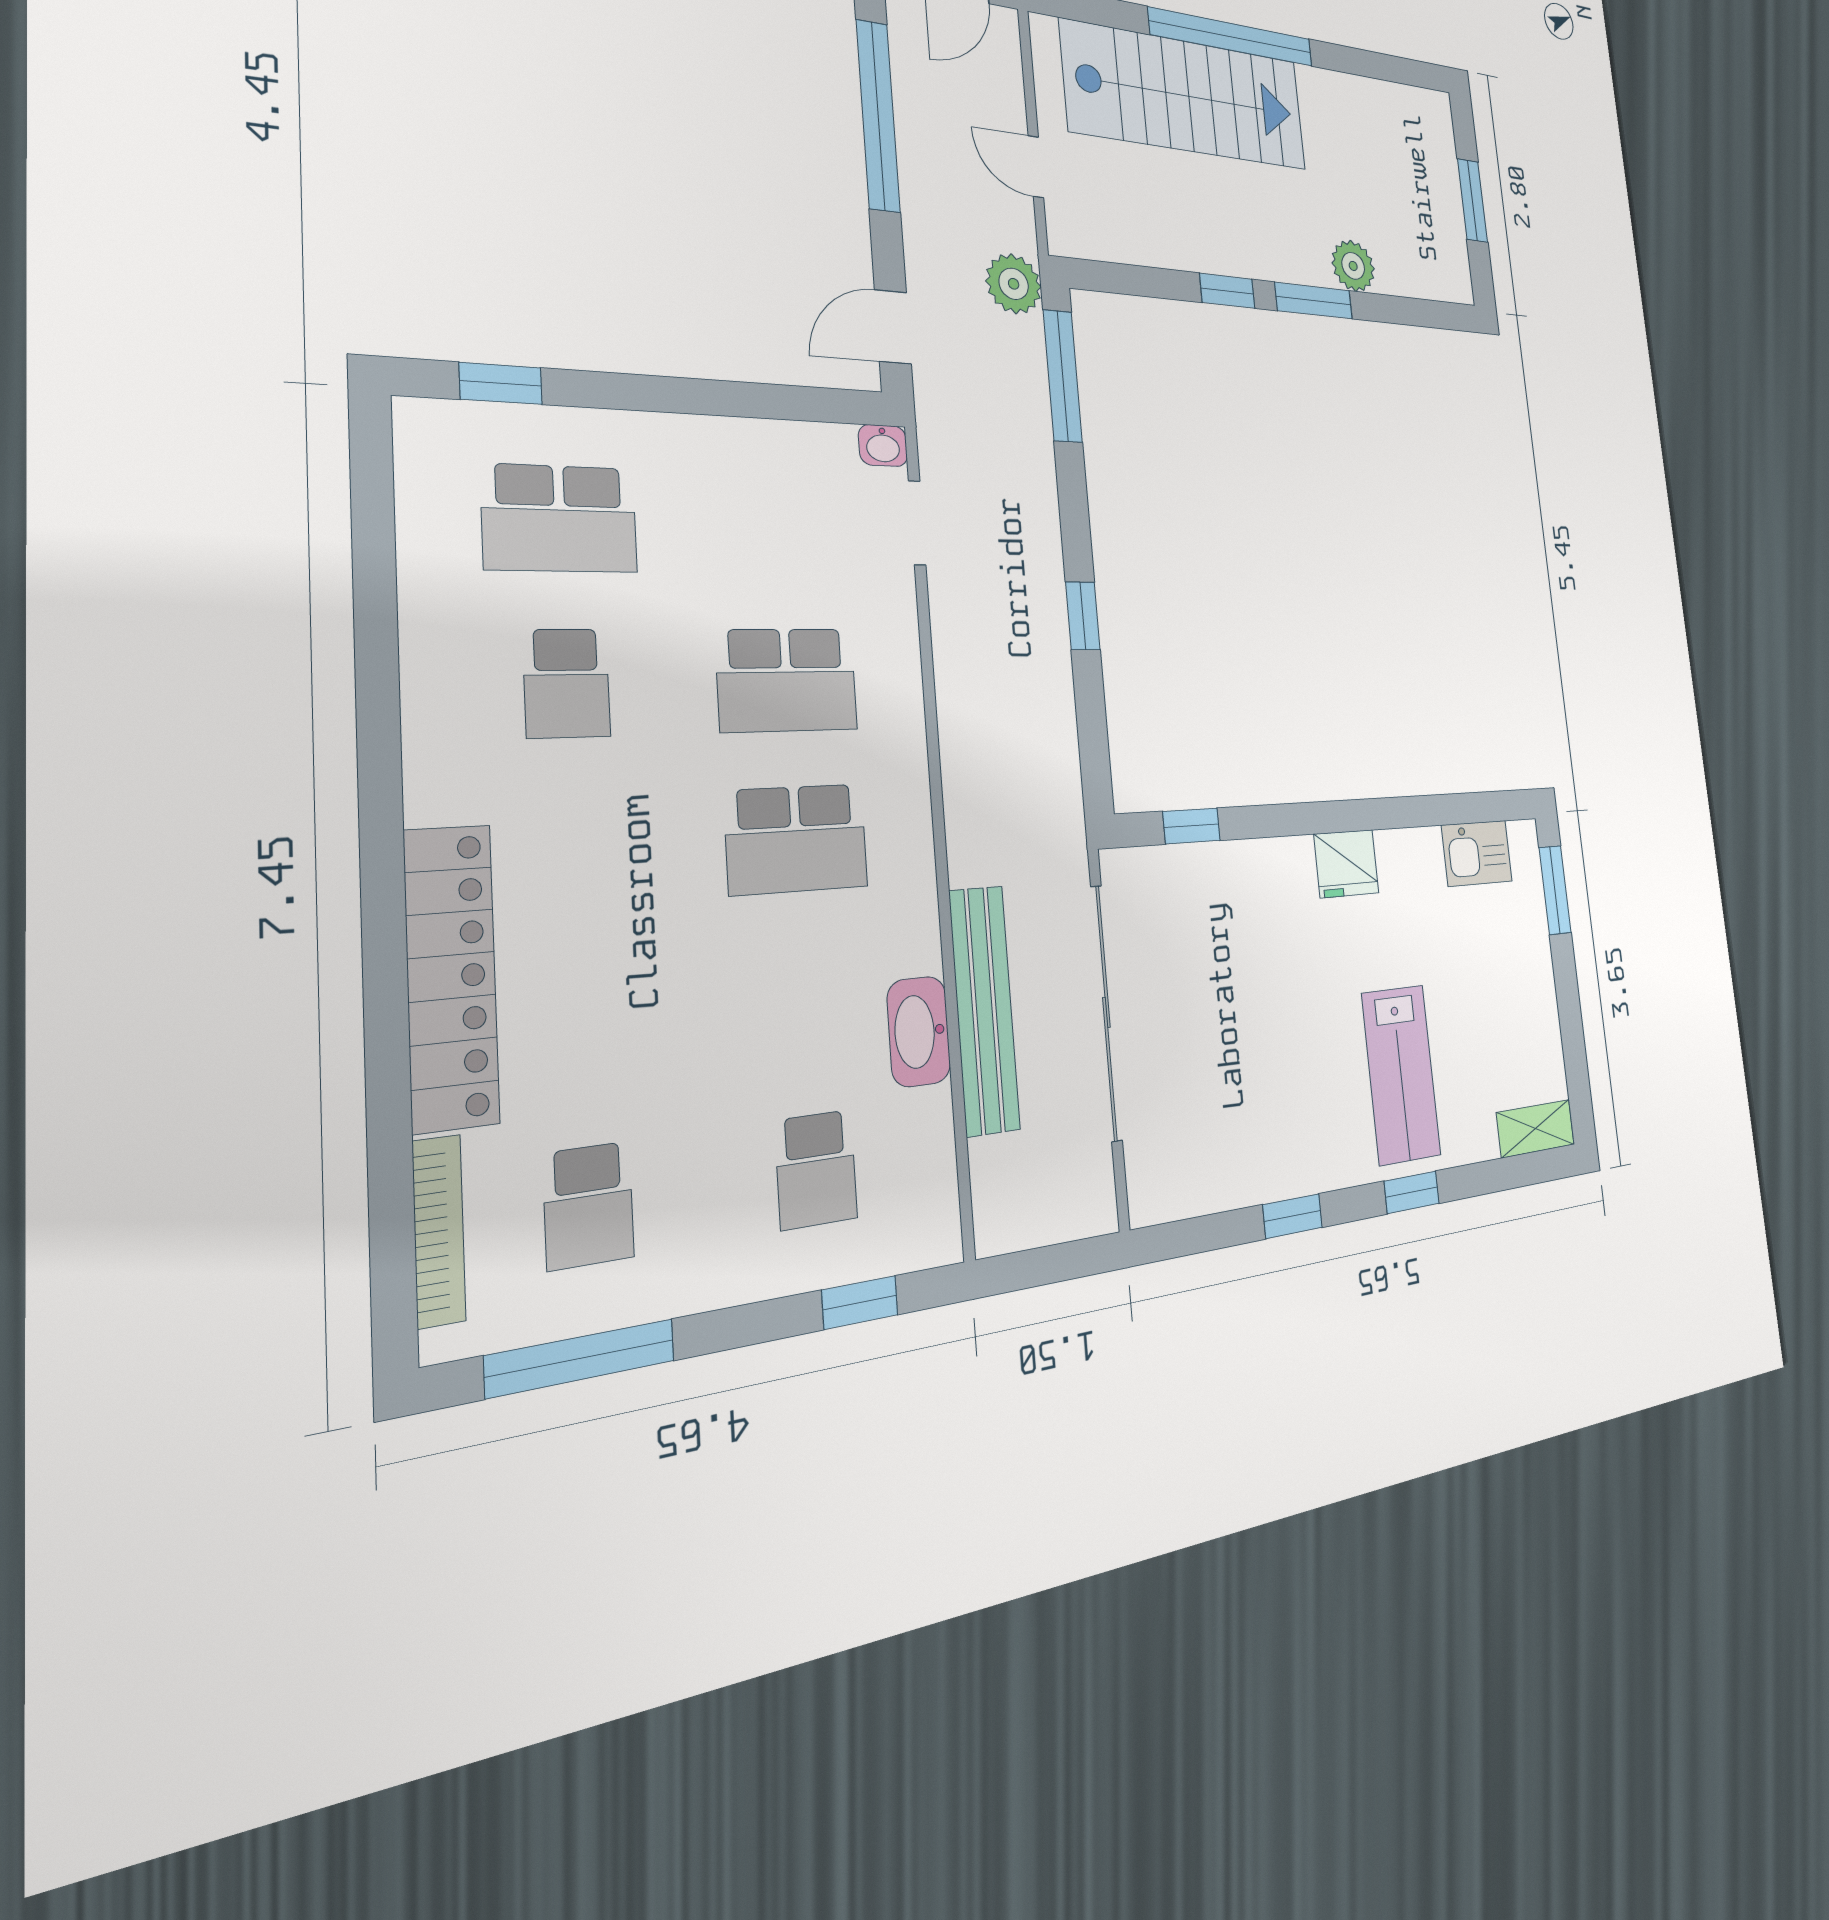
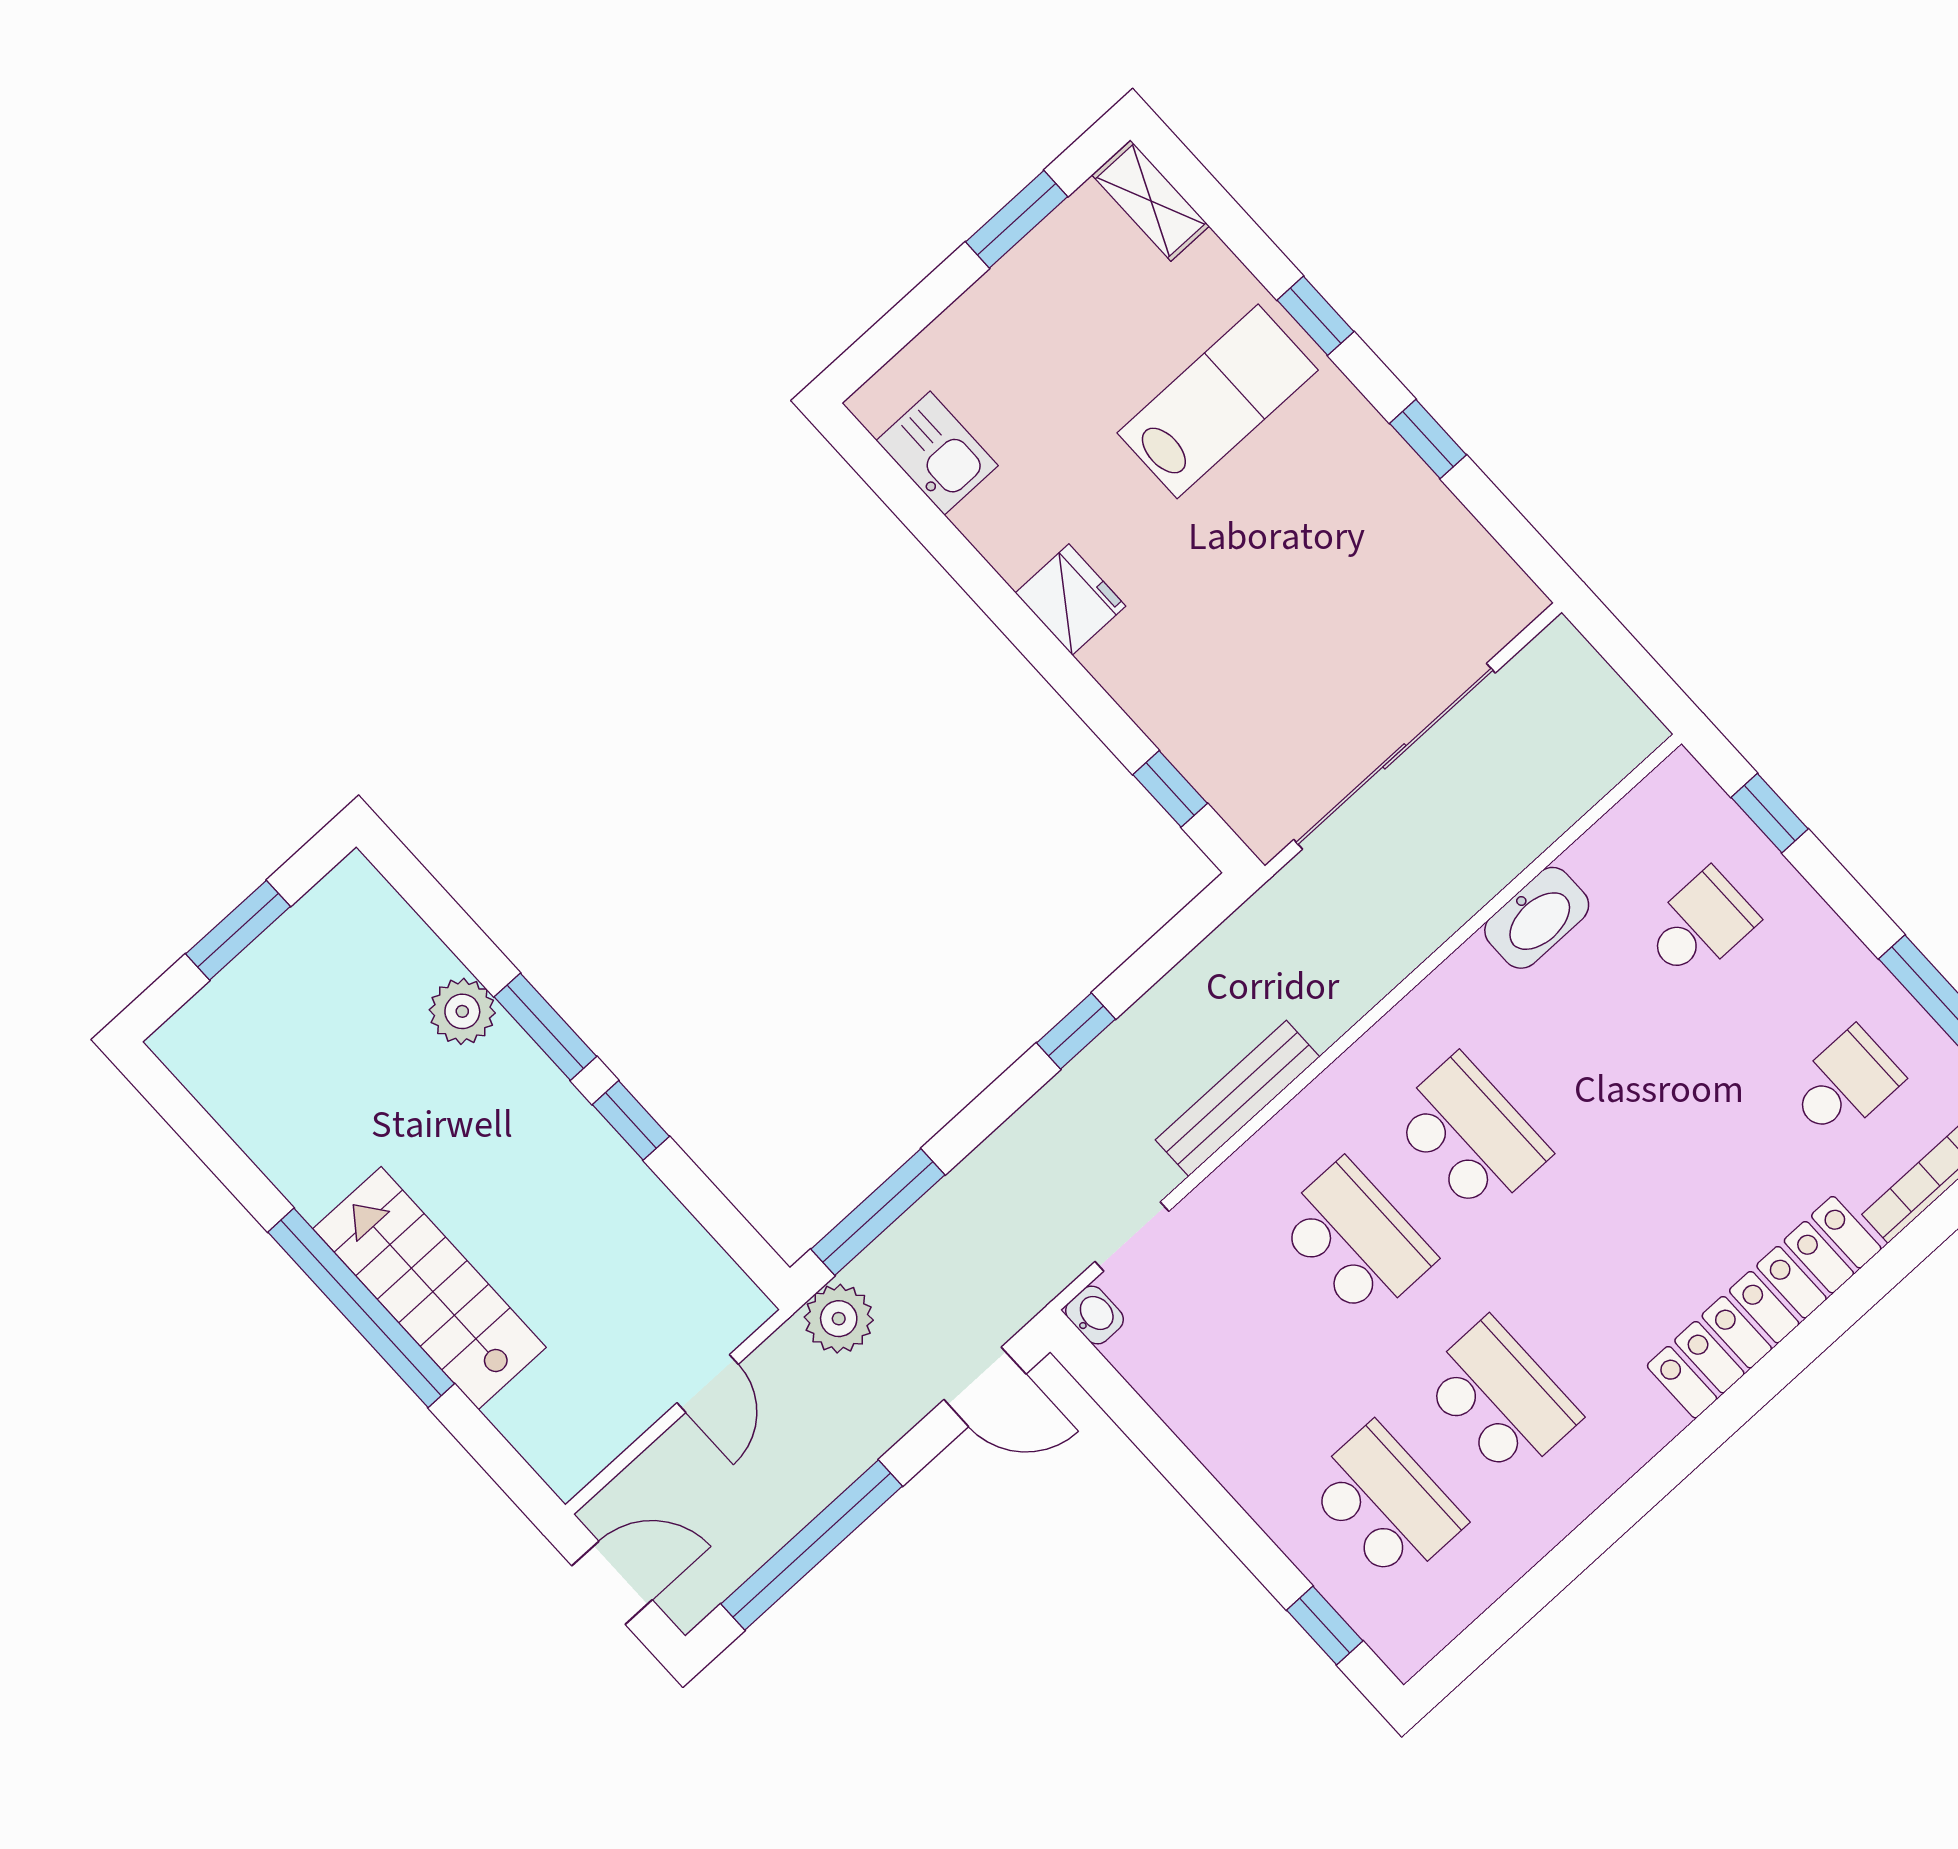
stairs: (1186, 96) -> (430, 1288), width x0.73, depth x0.66
school desk: (567, 683) -> (1500, 1399), width x1.85
window: (1555, 890) -> (1017, 219), moved
bench: (984, 1010) -> (1238, 1098), moved, width x0.73, depth x0.82

